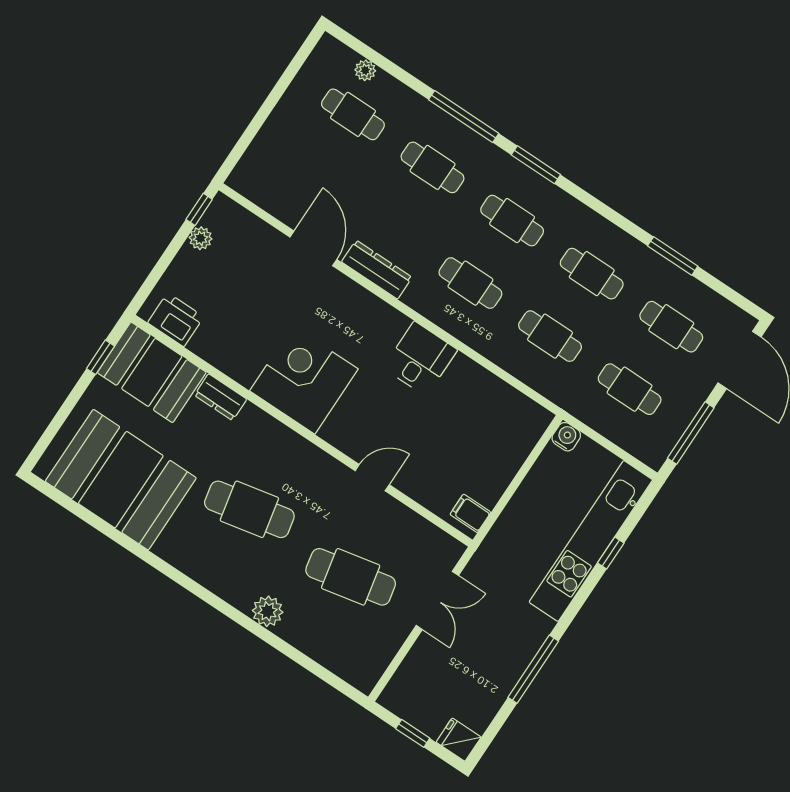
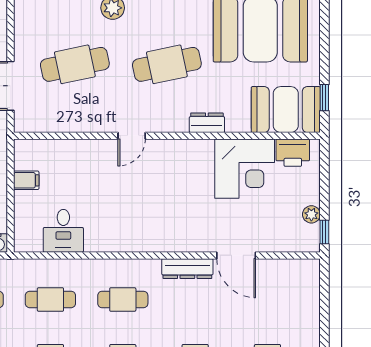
desk: (420, 359) -> (63, 231), moved
corner desk: (304, 380) -> (245, 169), moved
dresser: (220, 397) -> (207, 123), moved
door: (372, 478) -> (132, 136), moved
filing cabinet: (470, 513) -> (26, 180), moved

